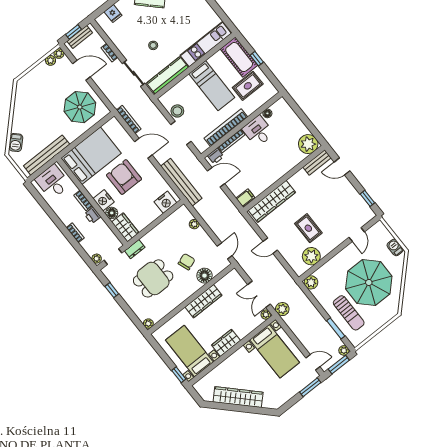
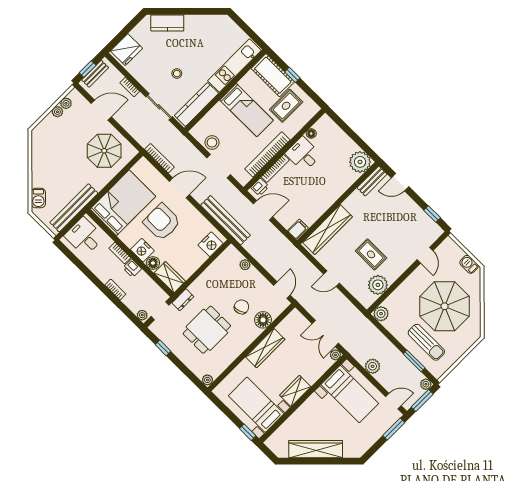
fridge: (113, 14) -> (126, 50), width x1.88, depth x1.34
plant: (59, 54) -> (57, 112), moved
plant: (282, 309) -> (373, 366), moved

